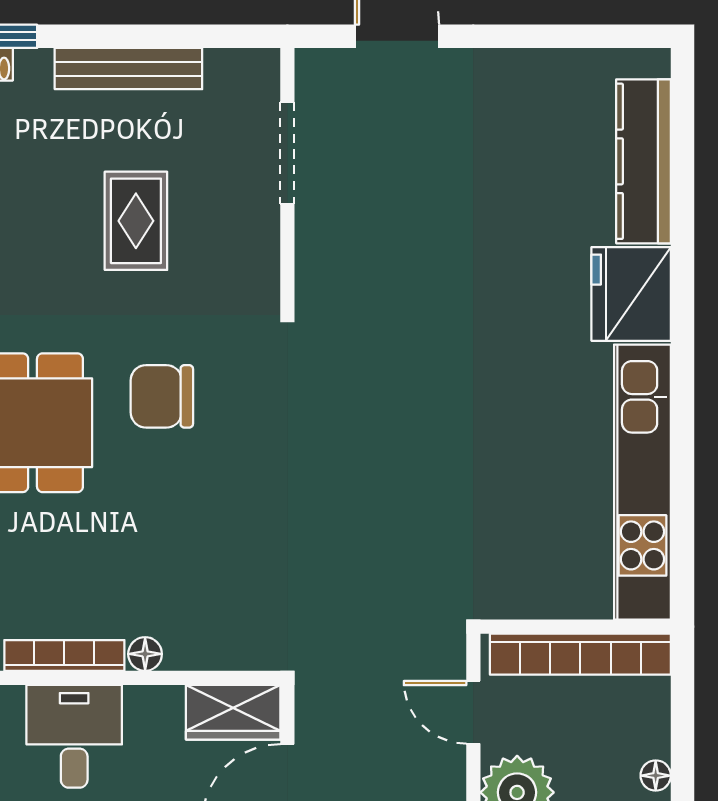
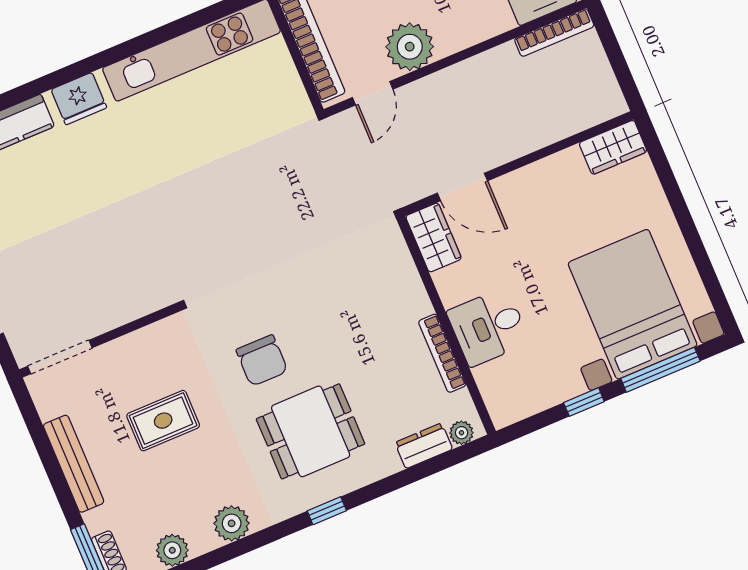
doorway: (287, 153) -> (60, 357), moved
fridge: (631, 294) -> (79, 99), width x0.73, depth x0.75
floor lamp: (145, 654) -> (421, 305), removed

